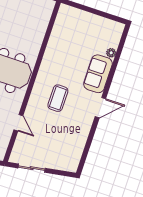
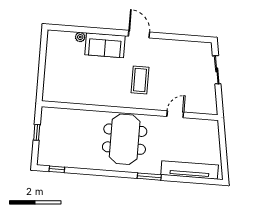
coffee table: (58, 98) -> (140, 80), turned 90
sliding door: (32, 168) -> (217, 70), moved

